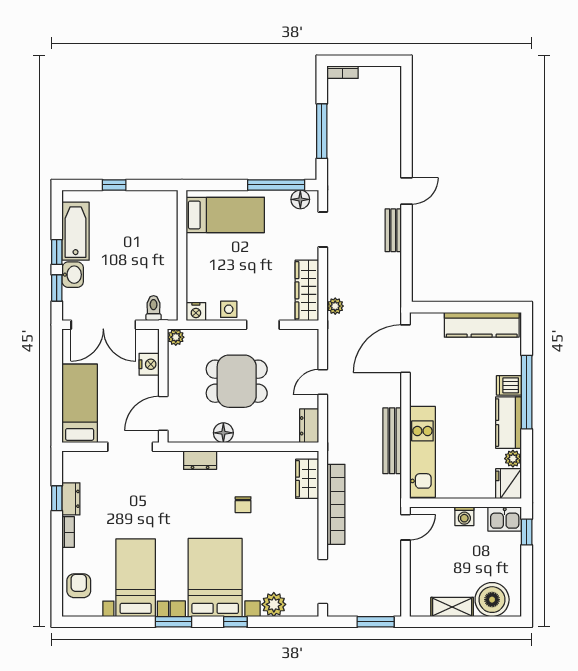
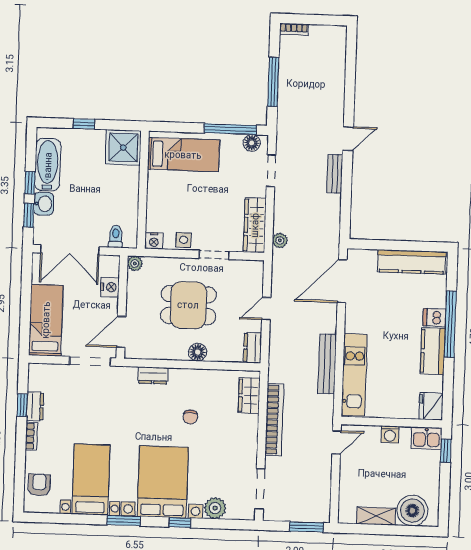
shower: (159, 209) -> (123, 147), added
floor lamp: (223, 433) -> (198, 352), moved
plant: (513, 459) -> (436, 384), removed

